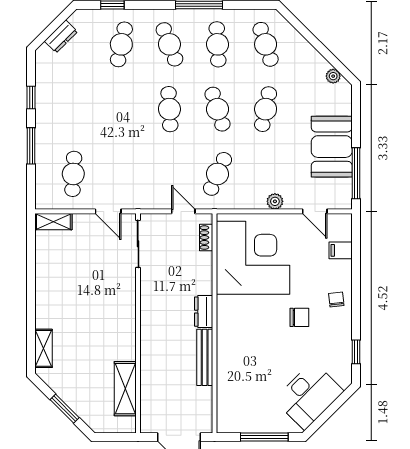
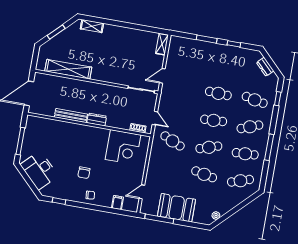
cafe table: (73, 174) -> (218, 93), moved
plant: (275, 201) -> (151, 170), removed
door: (183, 211) -> (155, 118), hinge flipped
corner desk: (253, 258) -> (123, 147), width x0.74, depth x0.74
shelving: (125, 389) -> (68, 69), width x1.47

